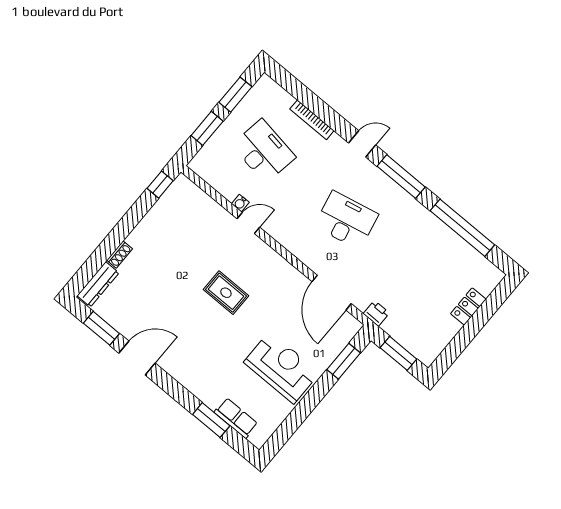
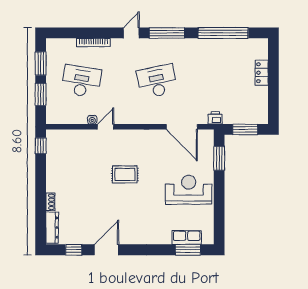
window: (101, 328) -> (74, 250), width x0.67
window: (211, 420) -> (188, 250), moved

